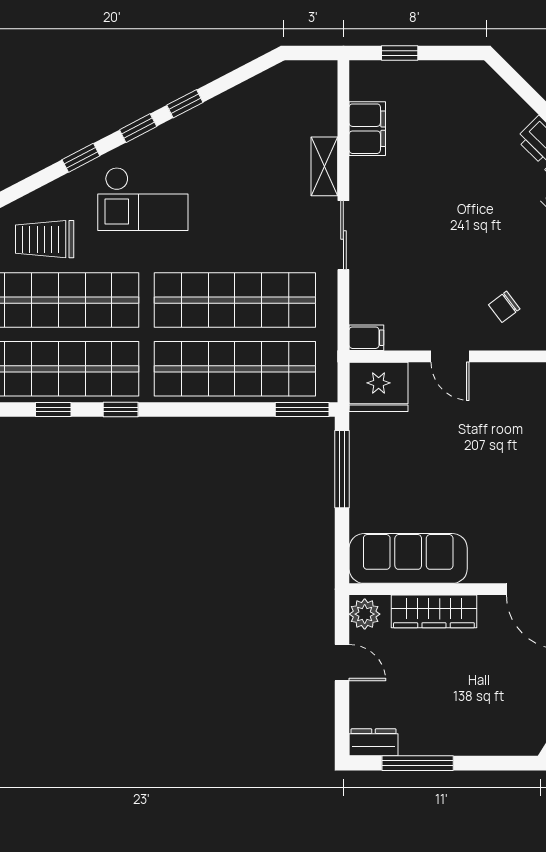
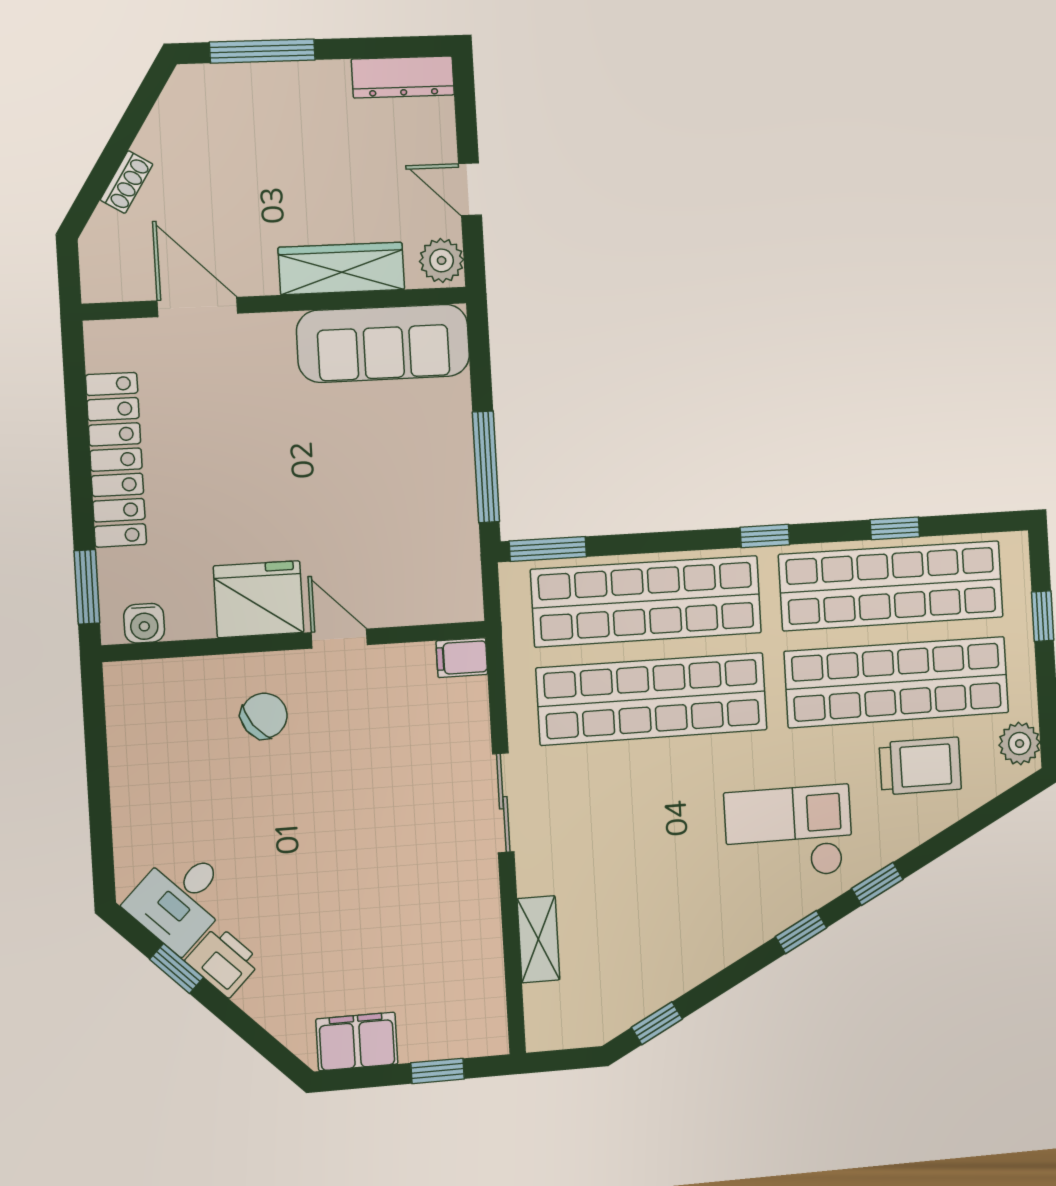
window: (185, 104) -> (657, 1023), moved
filing cabinet: (367, 129) -> (357, 1041), moved, turned 90
shelving: (324, 166) -> (538, 939), moved
chair: (504, 307) -> (264, 716), width x1.37, depth x1.37
fridge: (379, 387) -> (259, 599), moved
window: (121, 410) -> (765, 536), moved
dresser: (374, 742) -> (403, 77), width x1.44
window: (418, 763) -> (262, 51), moved

